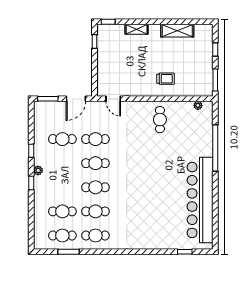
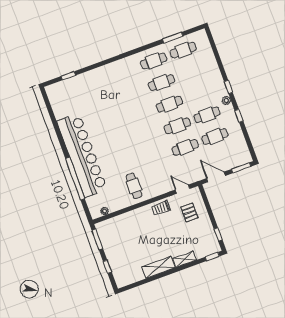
shelving: (177, 31) -> (158, 267), moved
pallet: (115, 73) -> (189, 212), added
trolley: (165, 79) -> (161, 208), moved
door: (76, 99) -> (216, 177), hinge flipped
bar counter: (200, 200) -> (82, 155), moved
cafe table: (62, 211) -> (207, 115), moved

